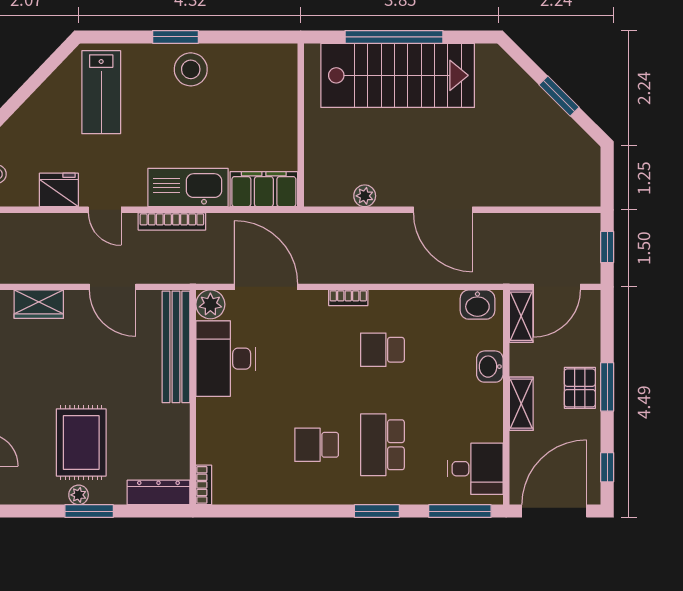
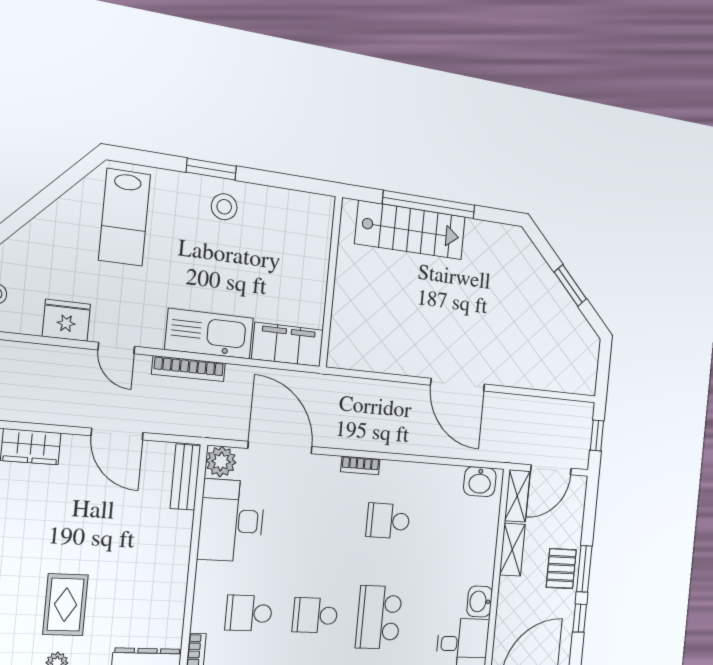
stool: (191, 69) -> (224, 207), width x0.73, depth x0.73
stairs: (398, 75) -> (411, 230), width x0.73, depth x0.66
plant: (365, 196) -> (386, 363), removed
bench: (176, 347) -> (185, 477), width x0.54, depth x0.82
washbasin: (490, 367) -> (480, 601), moved
shelving: (521, 404) -> (512, 550), moved
rug: (81, 443) -> (66, 605), width x0.73, depth x0.70
school desk: (251, 445) -> (249, 613), added
window: (607, 467) -> (580, 618), moved

